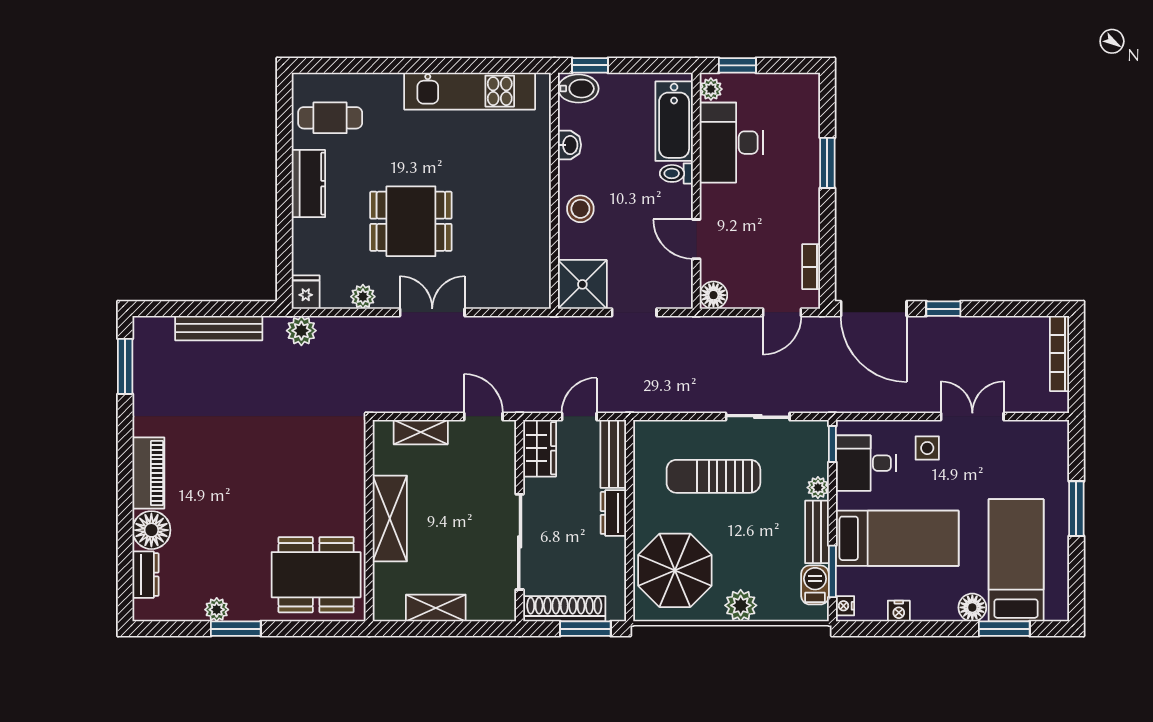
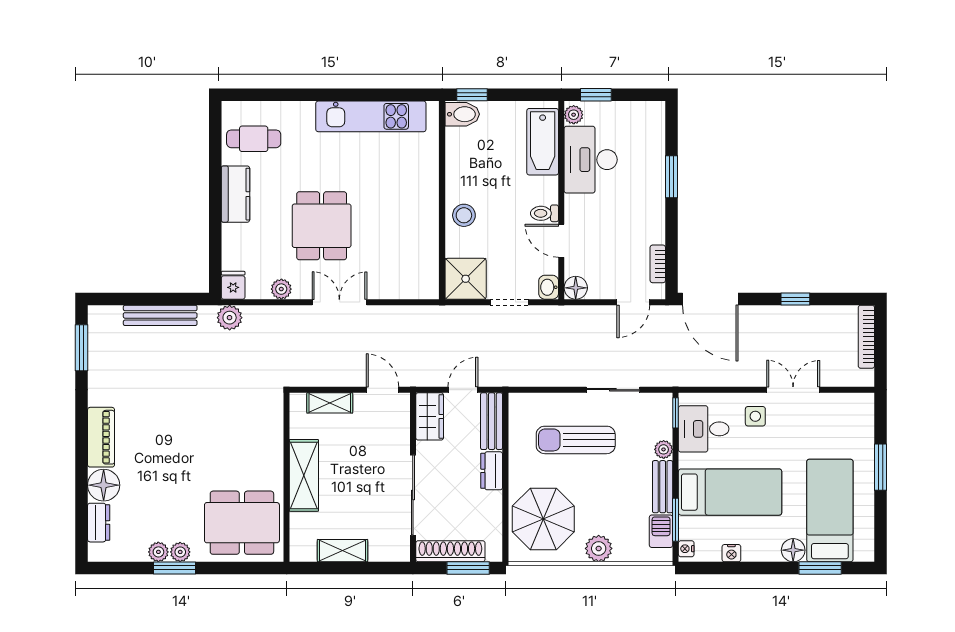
washbasin: (570, 145) -> (549, 287), moved, turned 180
toilet: (676, 173) -> (544, 213), moved
dining table: (411, 221) -> (322, 226), turned 90
window: (943, 309) -> (795, 299), moved
plant: (243, 610) -> (180, 552), added

